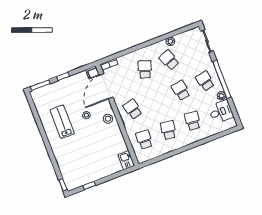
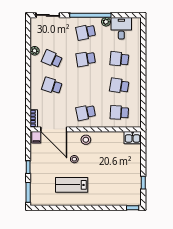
school desk: (169, 60) -> (52, 59), turned 45

